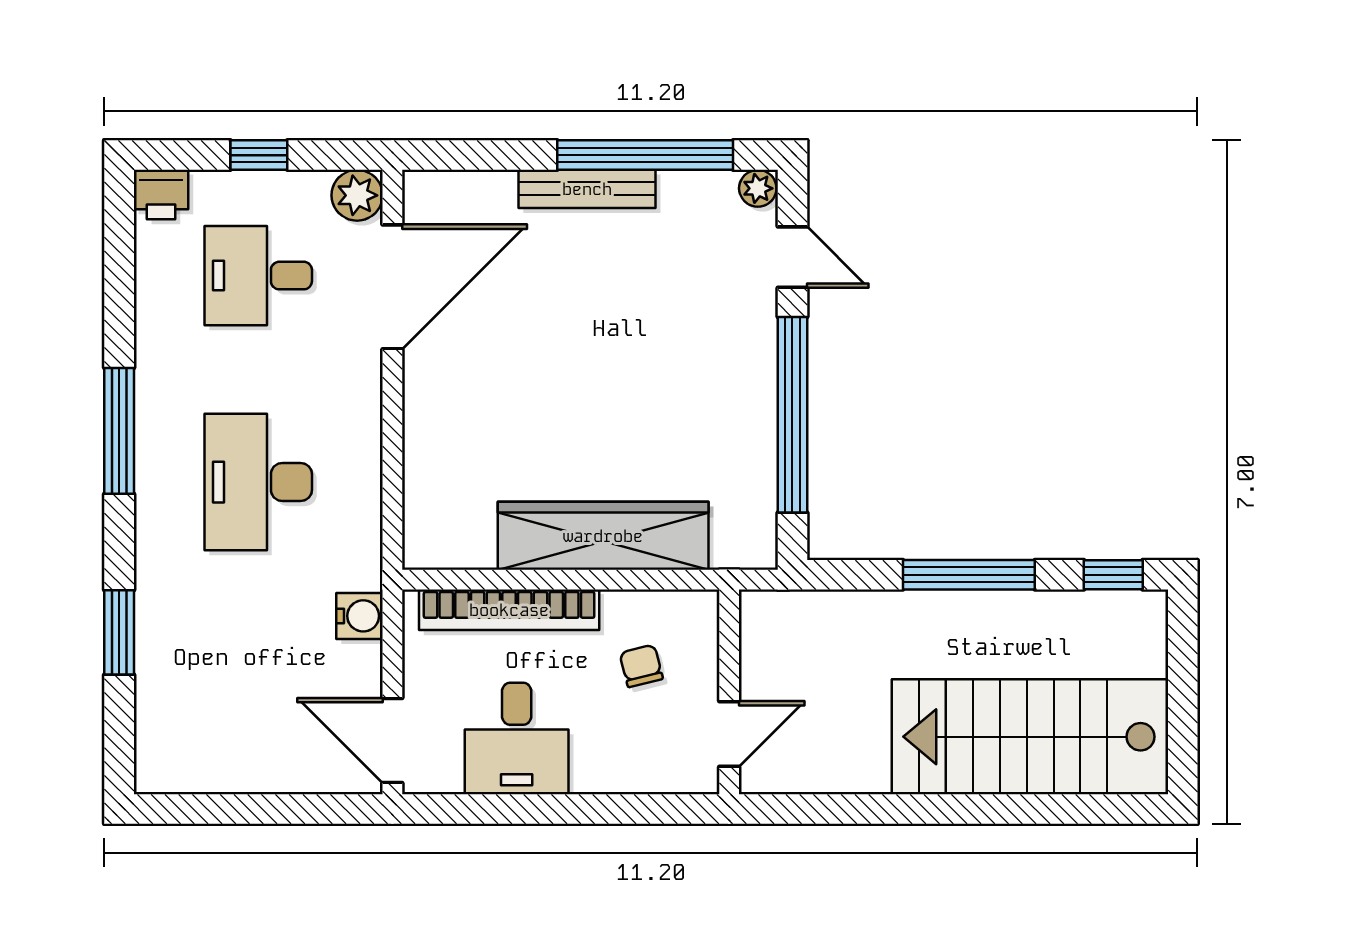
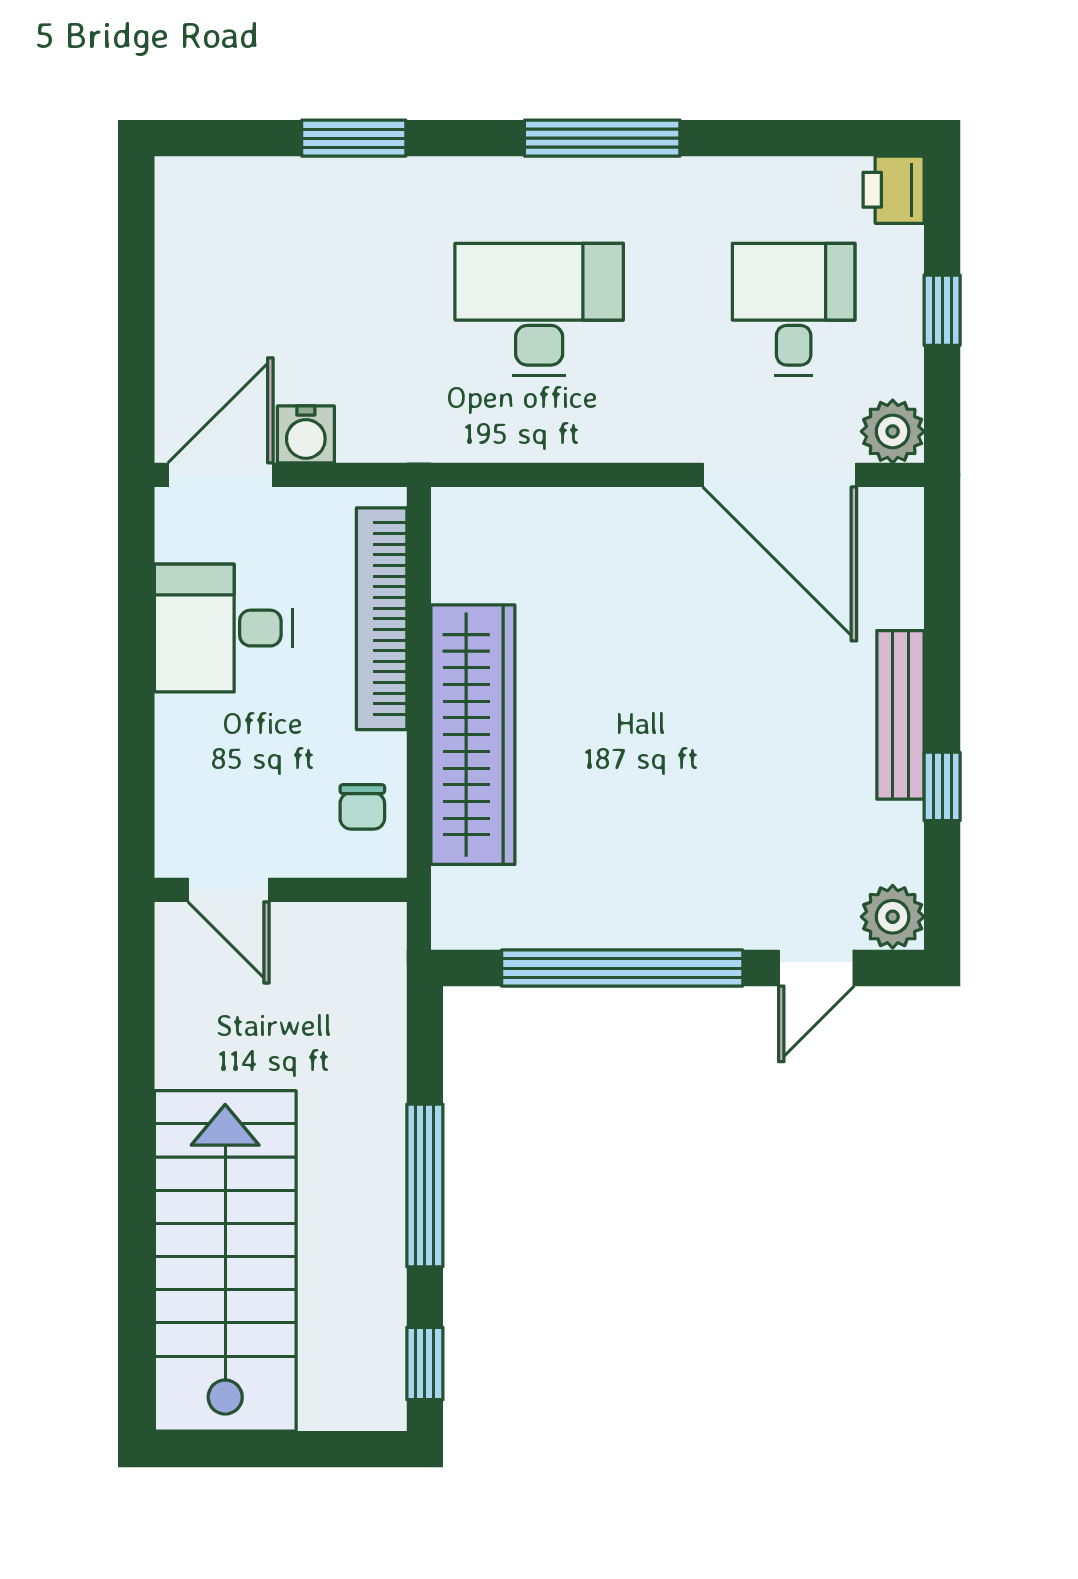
window: (645, 155) -> (942, 786), width x0.32
plant: (758, 188) -> (893, 917), width x1.38, depth x1.38
water cooler: (359, 616) -> (306, 434), moved
chair: (641, 666) -> (362, 807), moved, turned 104

